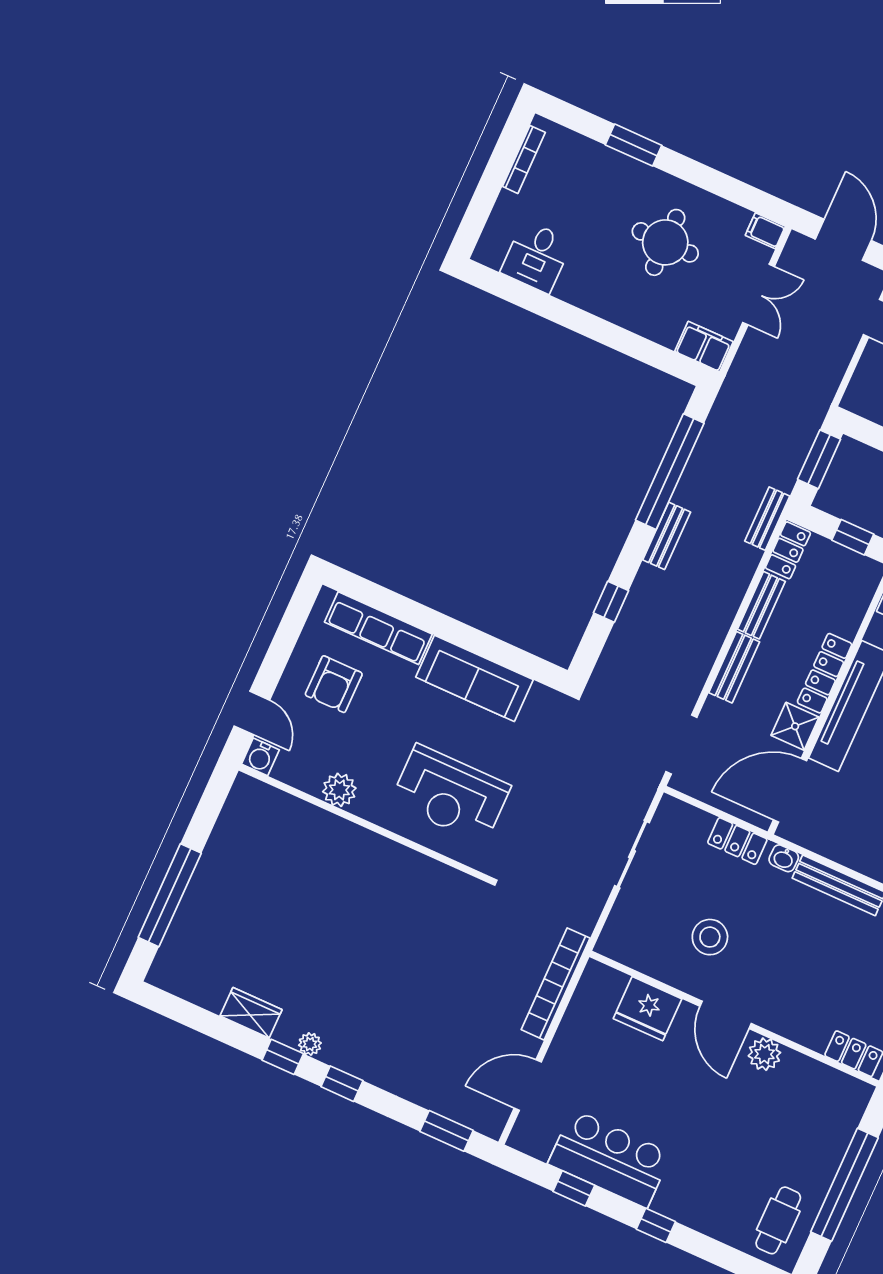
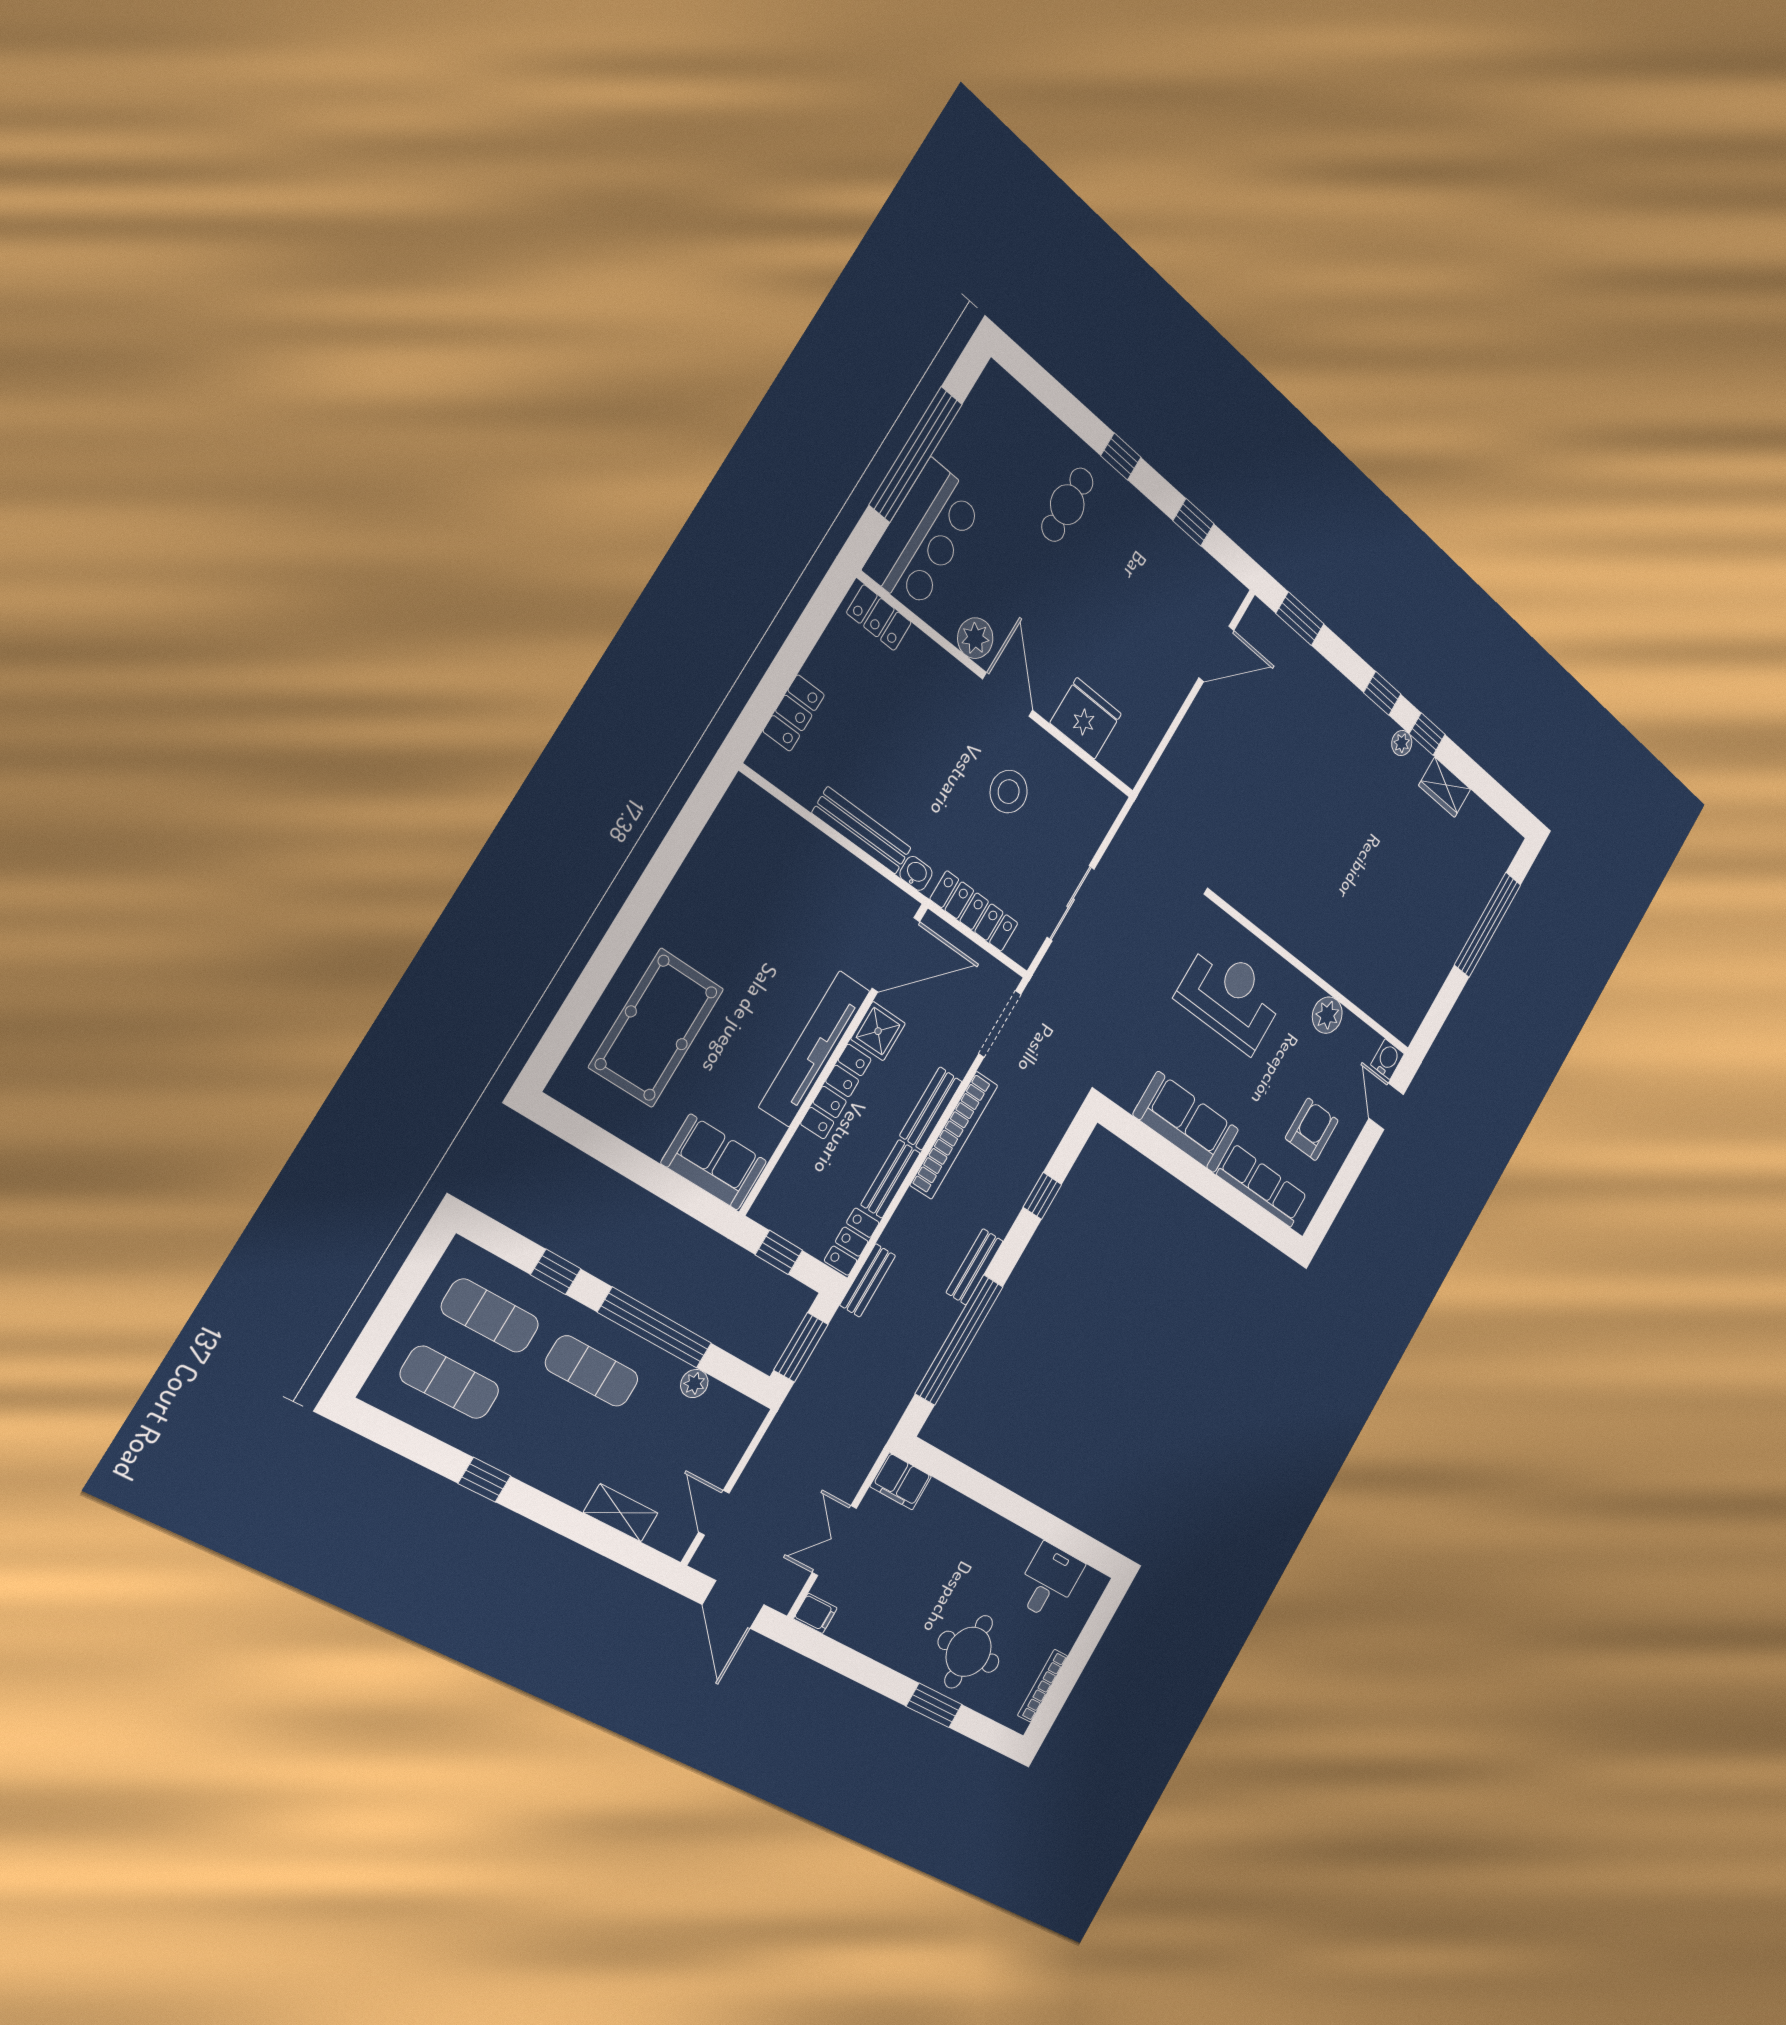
round table: (665, 242) -> (969, 1652), moved
locker: (737, 841) -> (974, 911), width x1.53
bookcase: (556, 984) -> (954, 1135), moved
bar counter: (610, 1159) -> (924, 536), moved, turned -90
cafe table: (778, 1220) -> (1067, 505), moved

